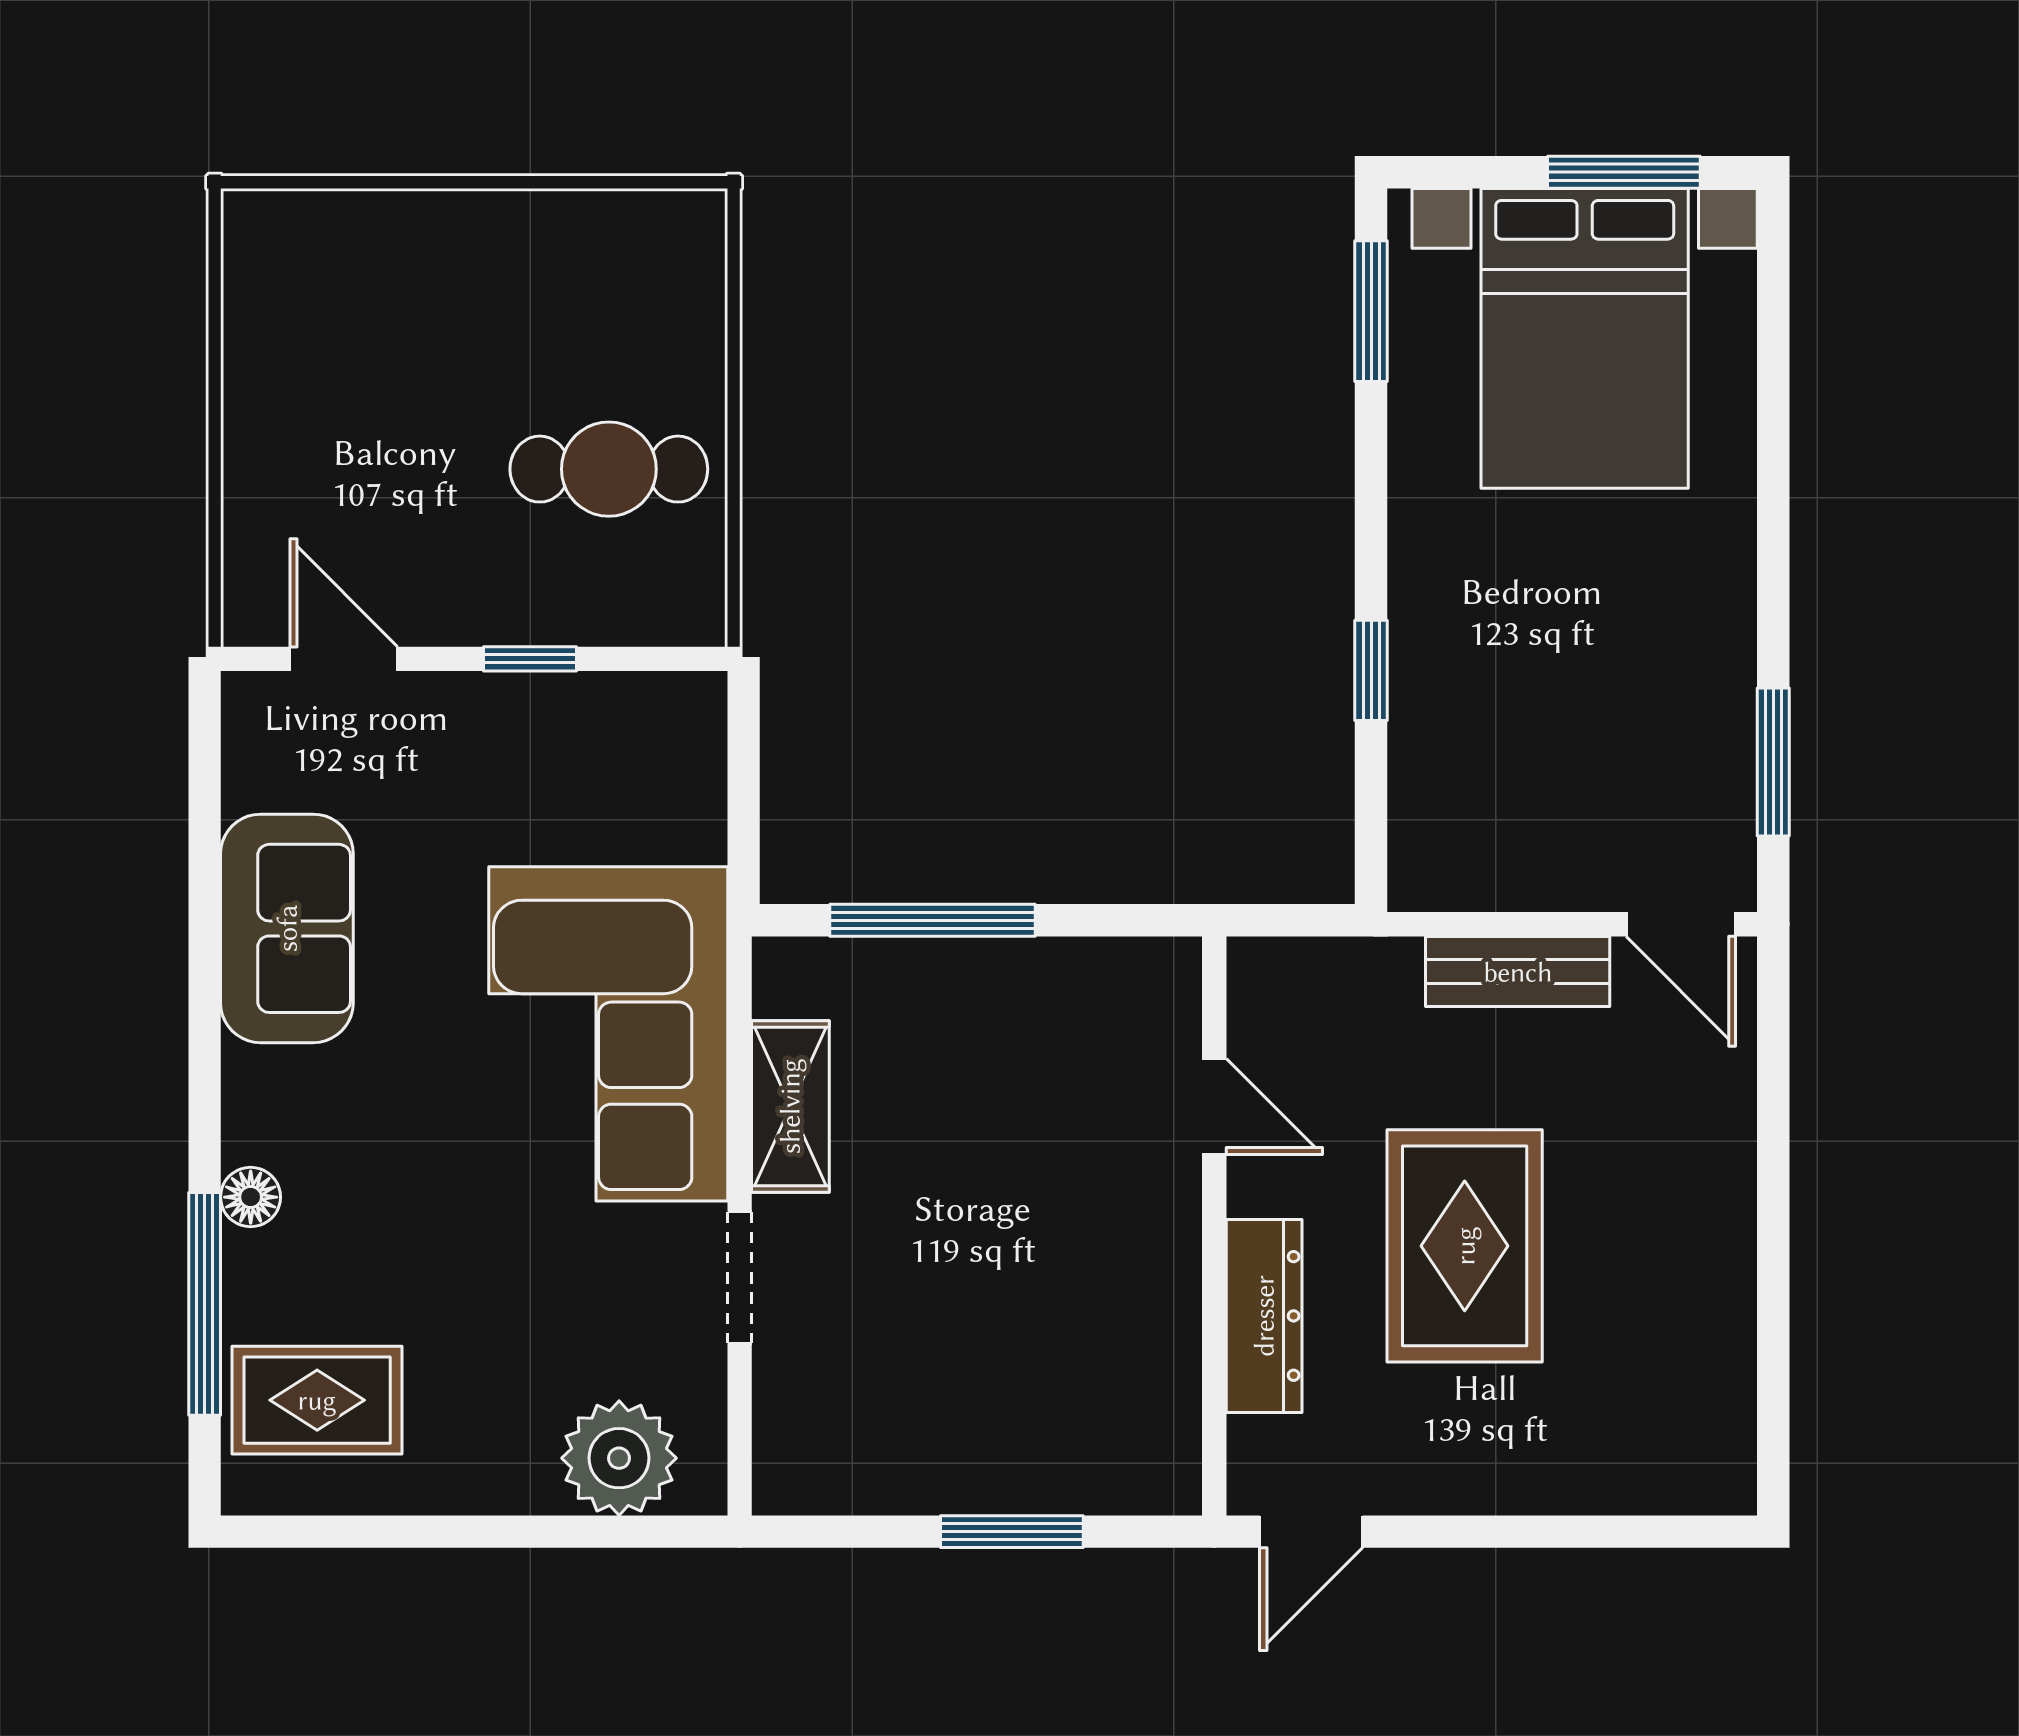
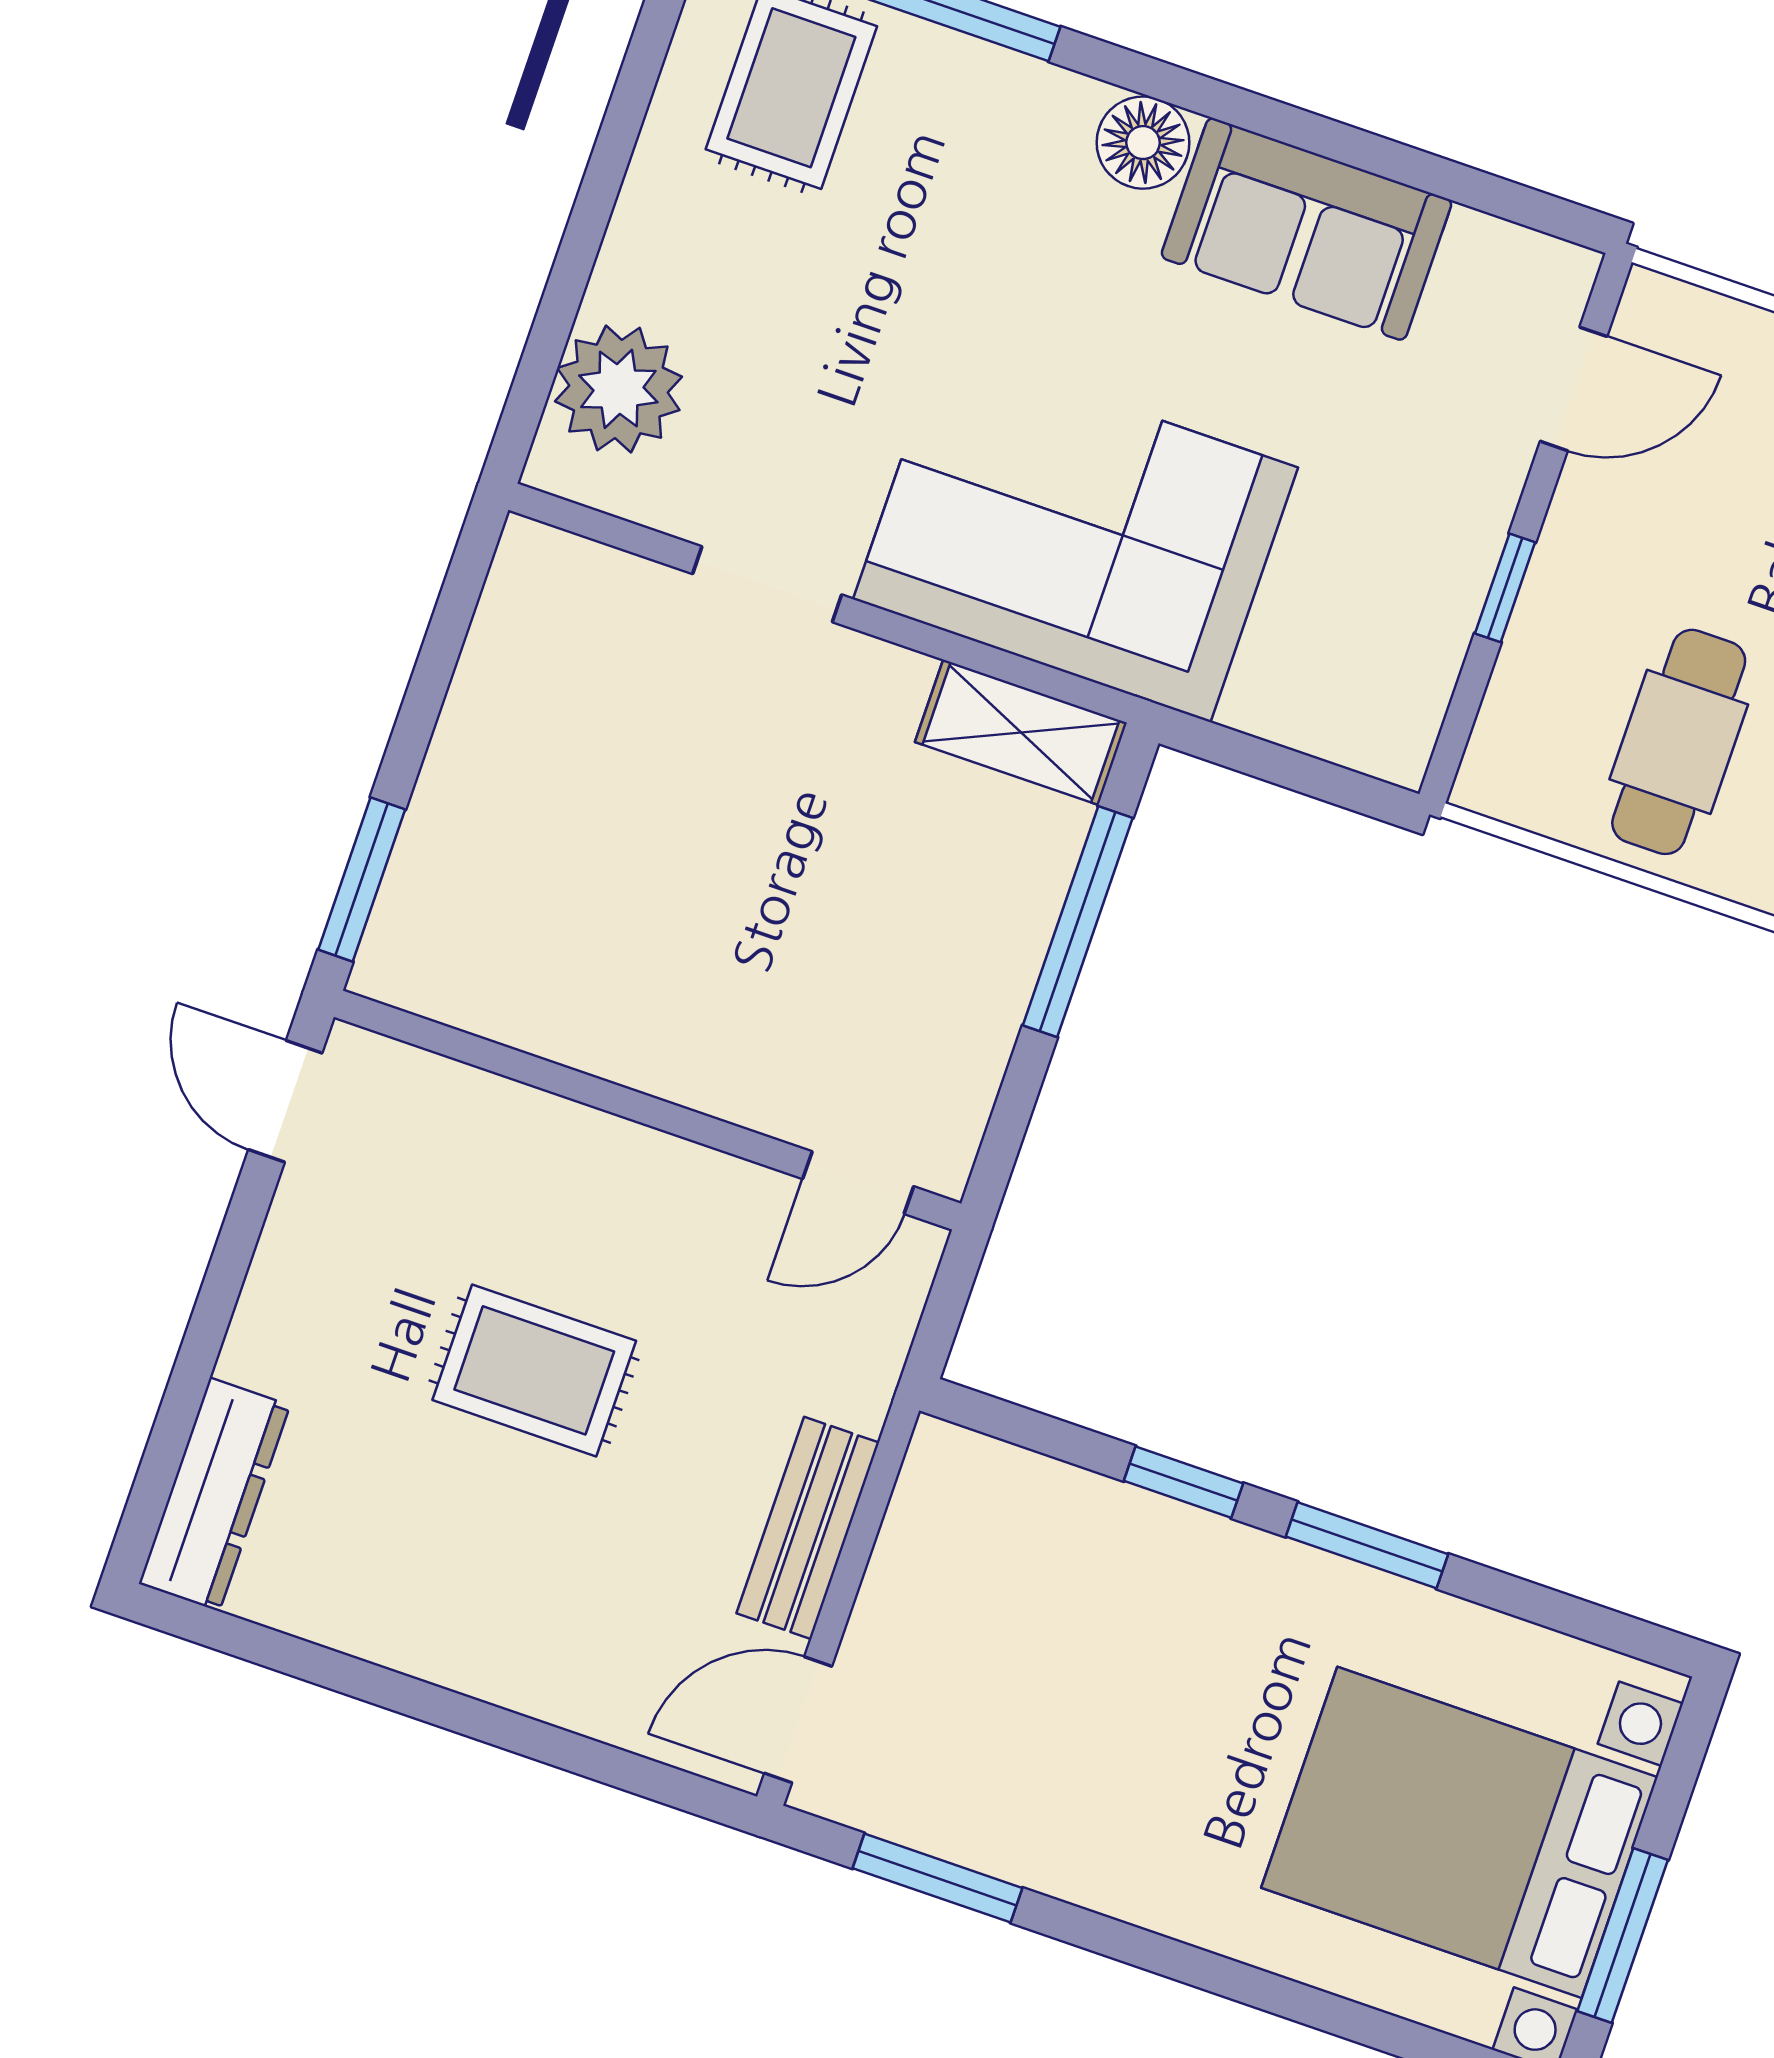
window: (1371, 311) -> (1367, 1545), moved
shelving: (790, 1106) -> (1021, 732), moved
door: (1214, 1107) -> (858, 1183), moved
floor lamp: (251, 1197) -> (1143, 143), moved, width x1.37, depth x1.37
rug: (1465, 1246) -> (534, 1370), width x0.73, depth x0.70
dresser: (1264, 1316) -> (214, 1494), moved, turned -90
window: (1012, 1532) -> (362, 880), moved

